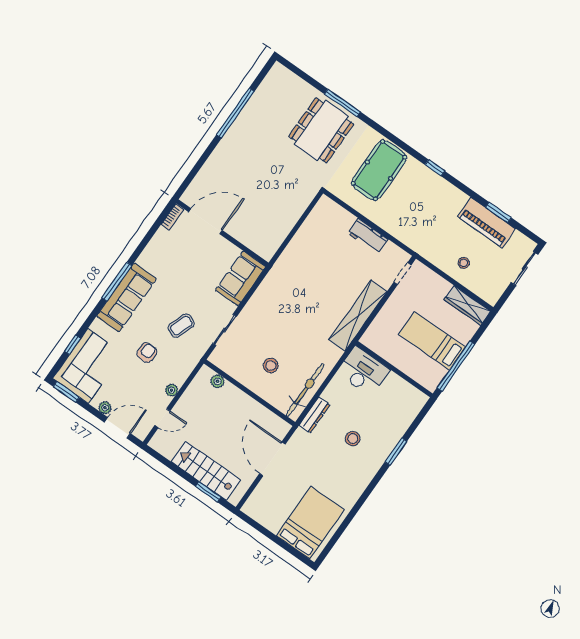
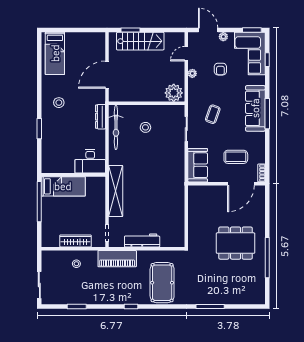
dining table: (321, 130) -> (236, 243), moved, turned 90
piano: (487, 223) -> (117, 259), moved, turned 180
workbench: (368, 236) -> (142, 240), width x1.38
coffee table: (189, 257) -> (236, 157), added
wardrobe: (467, 305) -> (75, 241), moved
bed: (432, 341) -> (63, 186), moved
armchair: (147, 353) -> (220, 69), moved
plant: (217, 381) -> (174, 93), width x1.88, depth x1.88
door: (117, 428) -> (208, 30), swing flipped
stool: (353, 439) -> (59, 103), moved
door: (272, 459) -> (107, 75), swing flipped
bed: (310, 523) -> (55, 53), width x0.67

